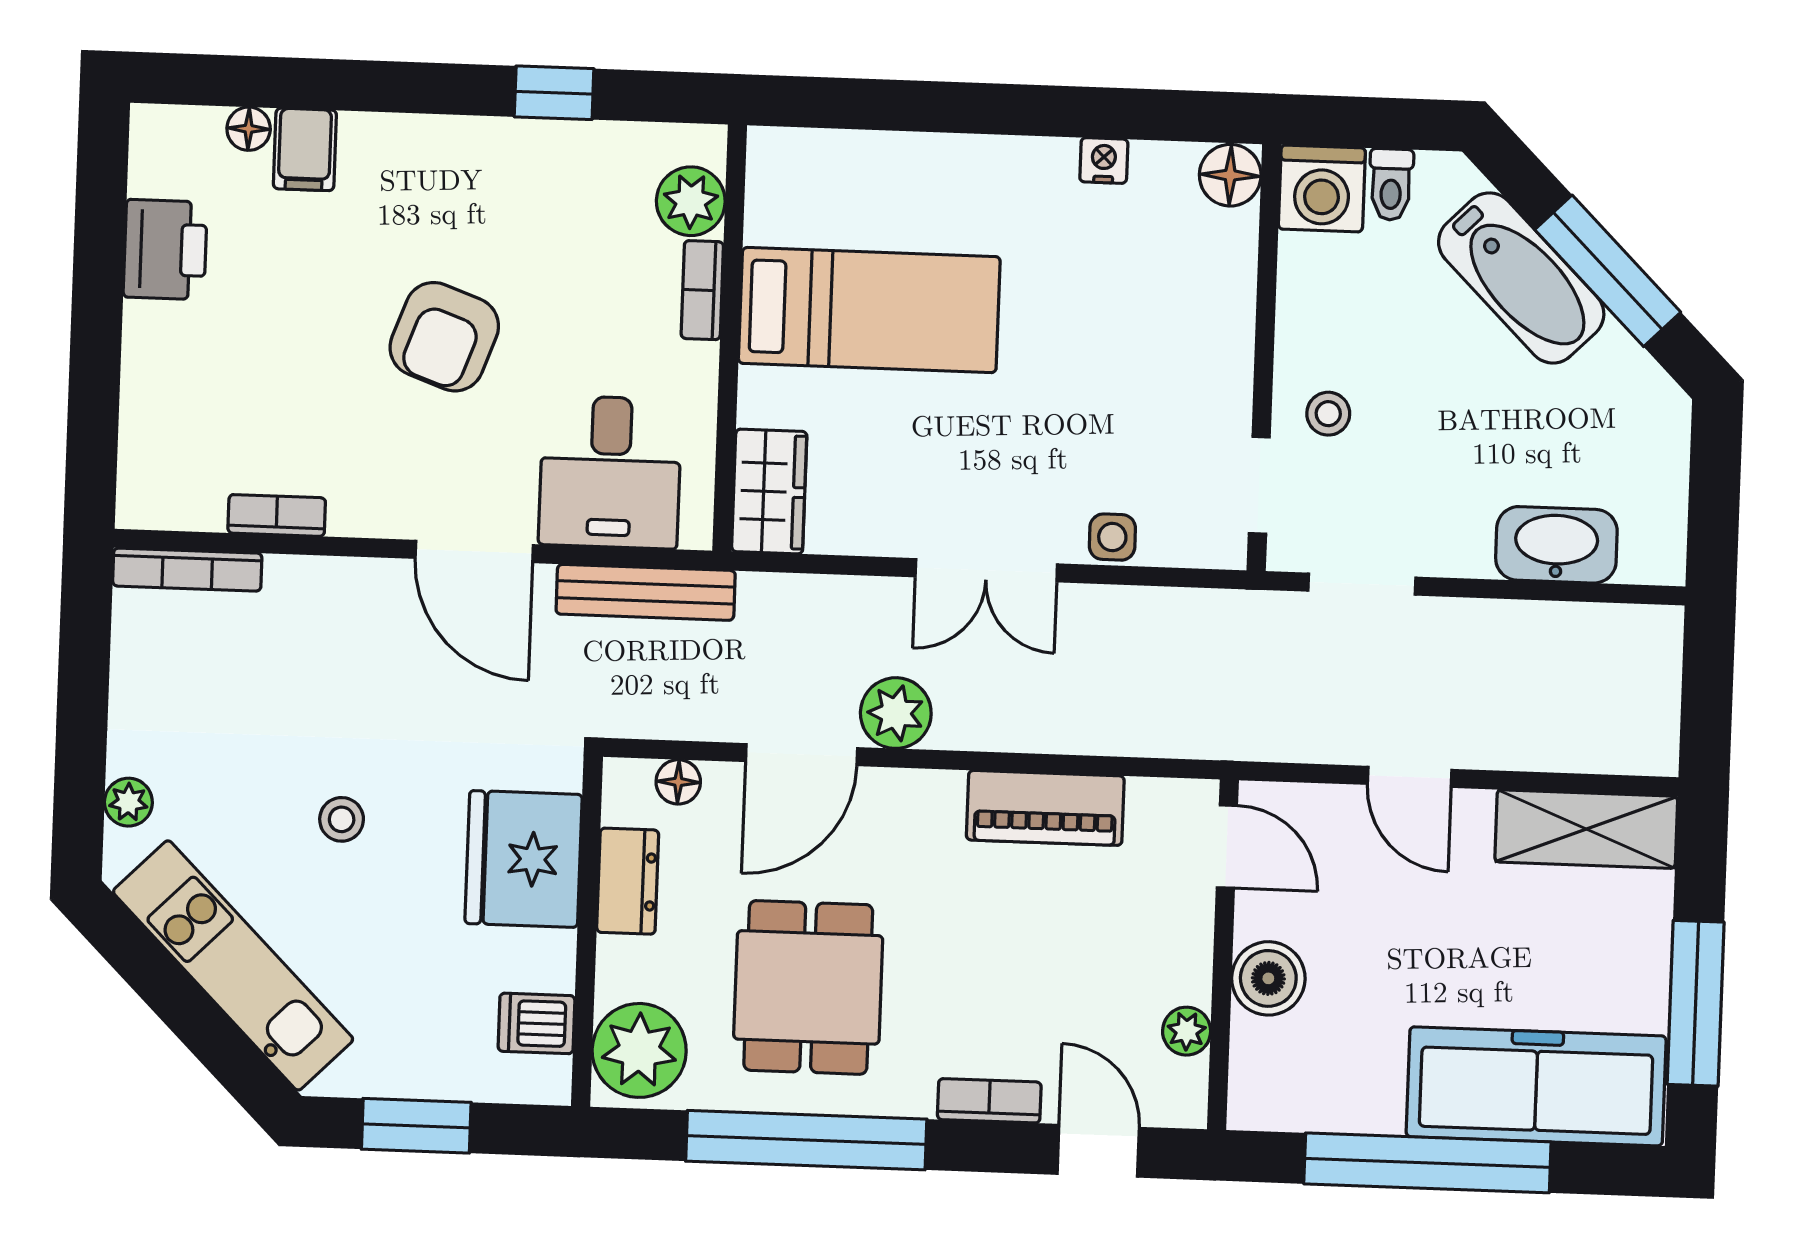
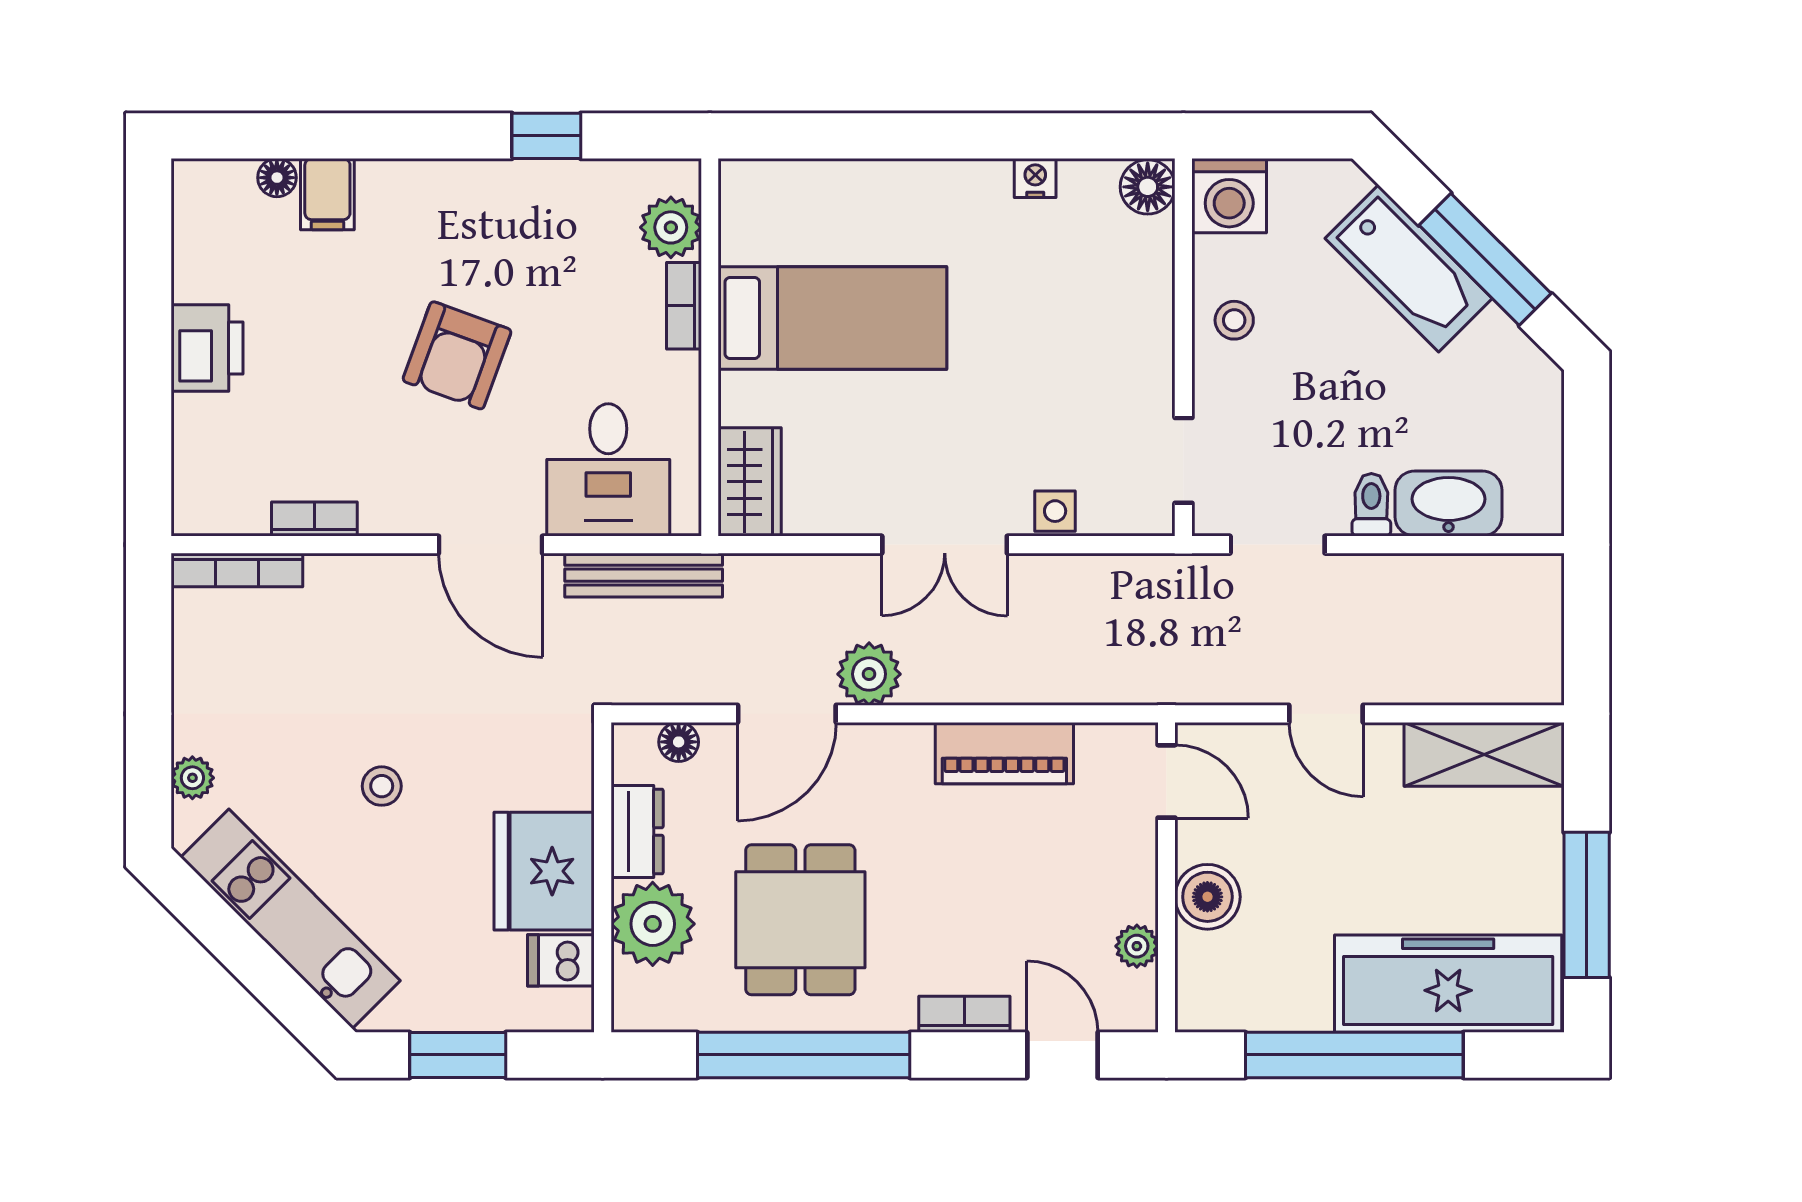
toilet: (1391, 184) -> (1371, 505), moved, turned 180
printer: (165, 249) -> (207, 348), moved
stool: (1328, 414) -> (1234, 320), moved
fridge: (524, 859) -> (544, 871), moved
plant: (639, 1050) -> (653, 924), moved

